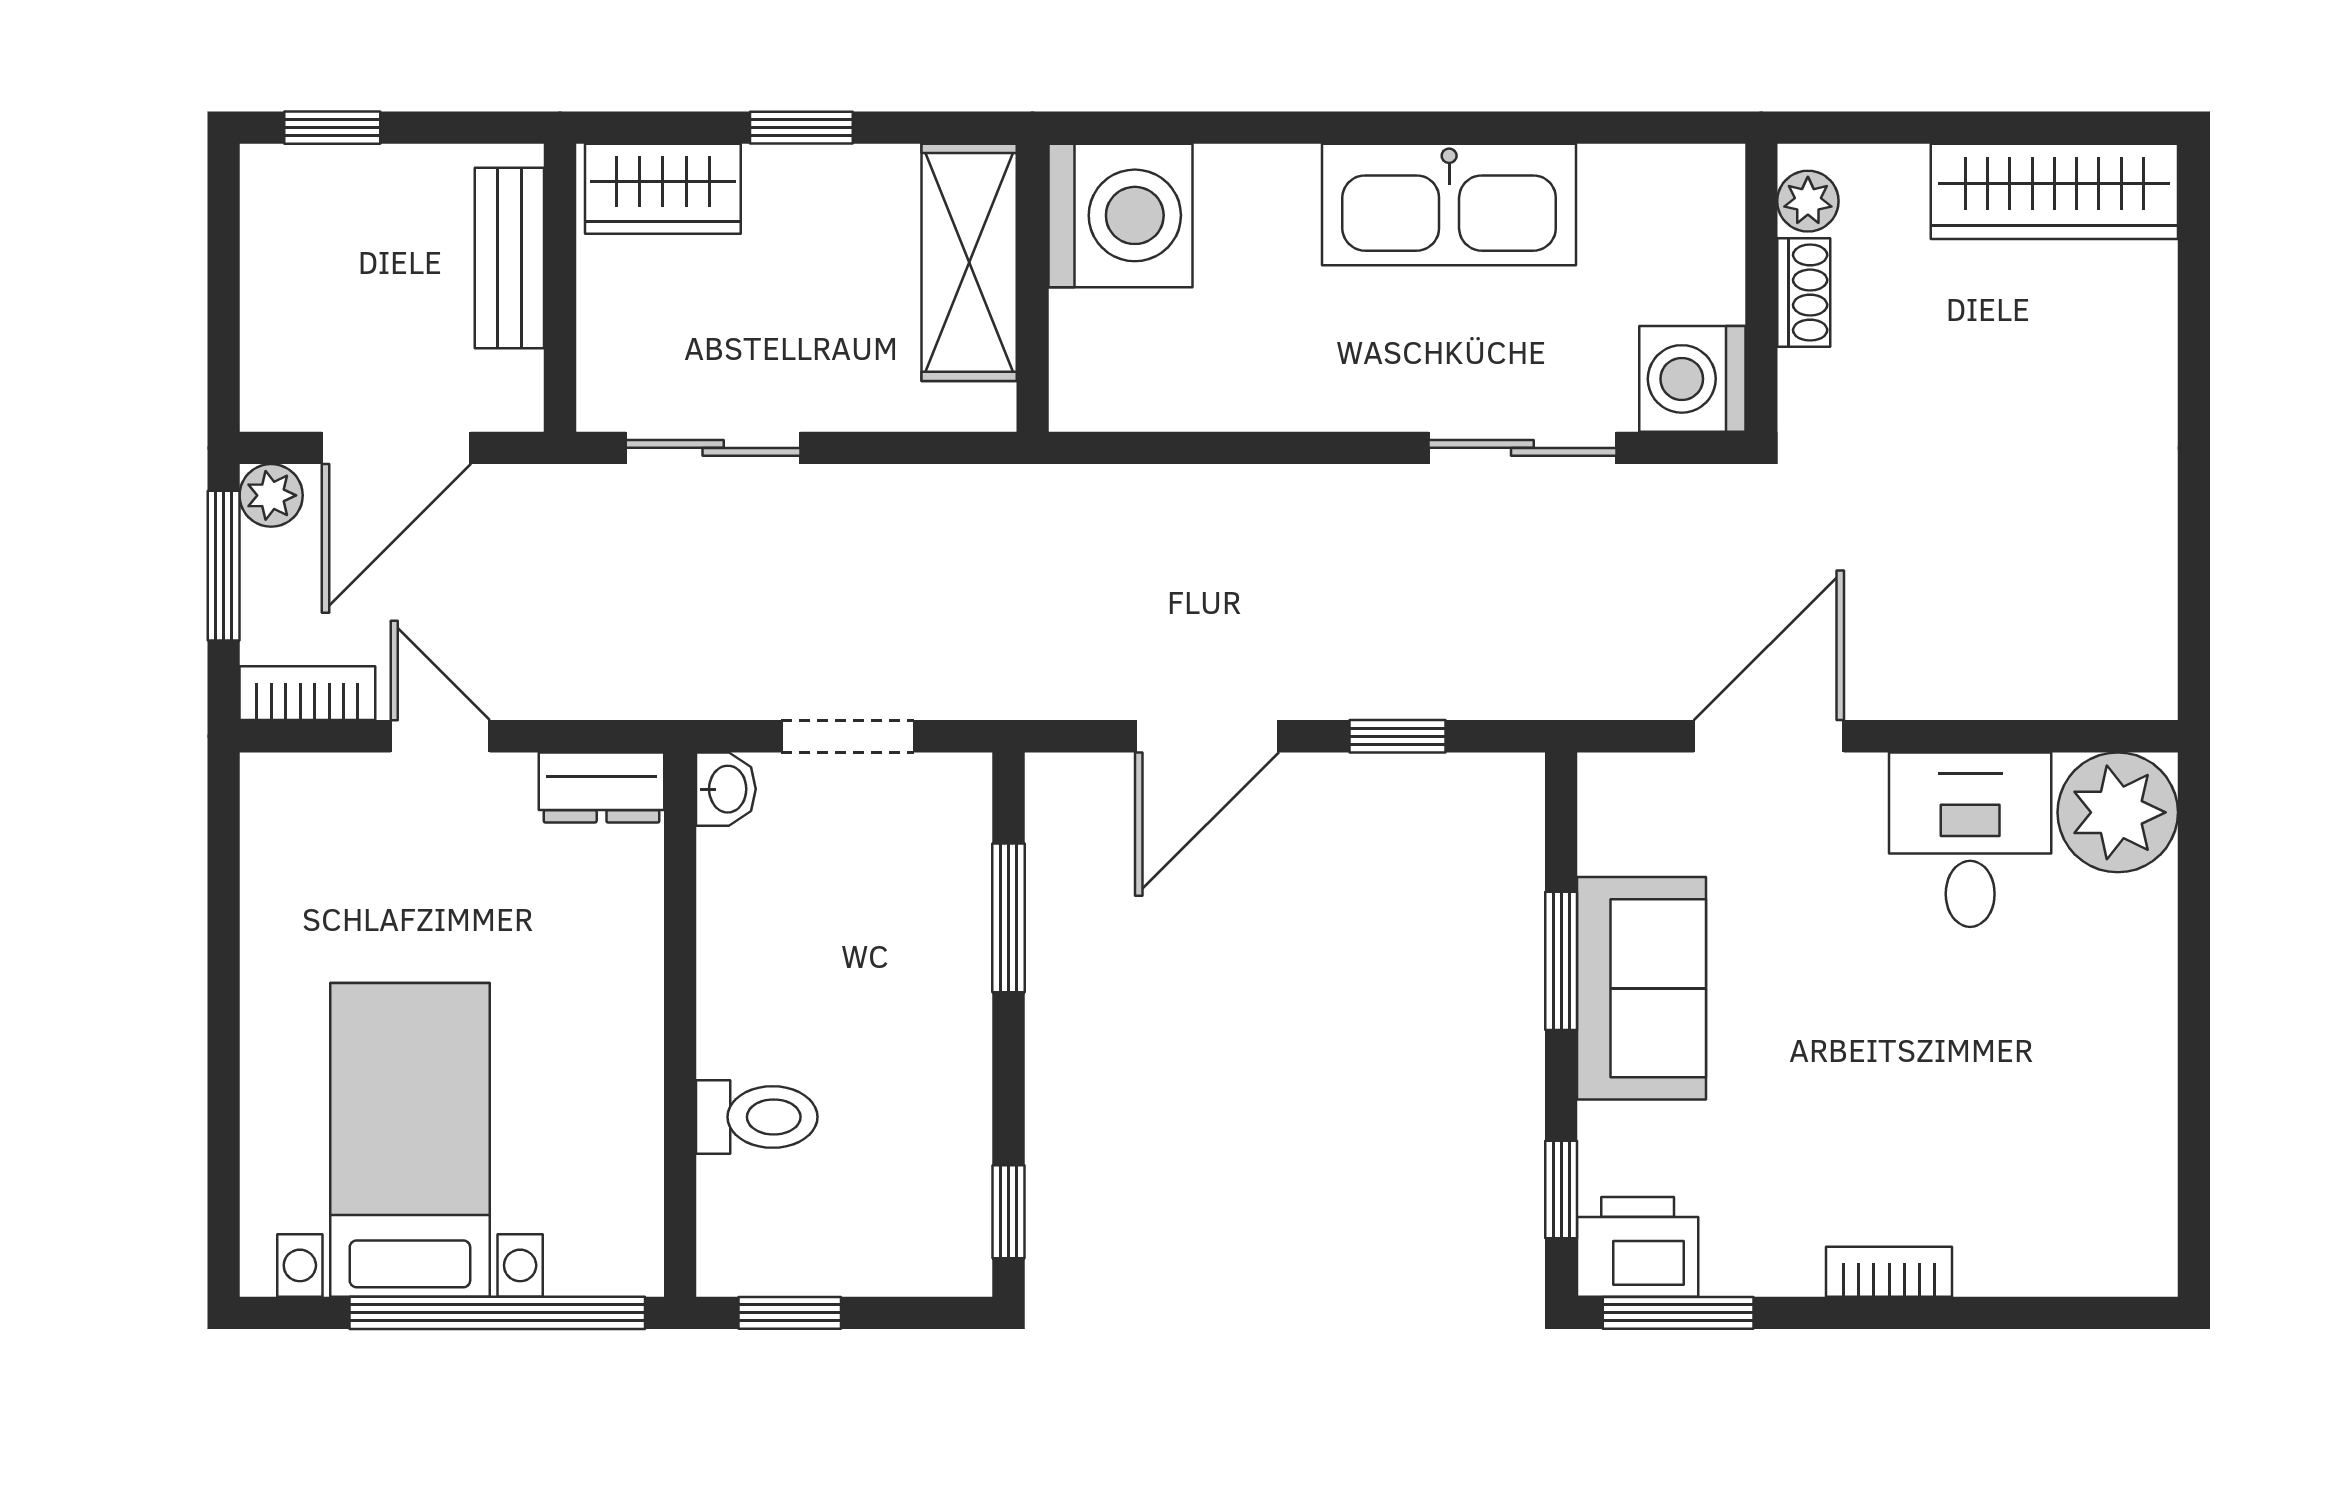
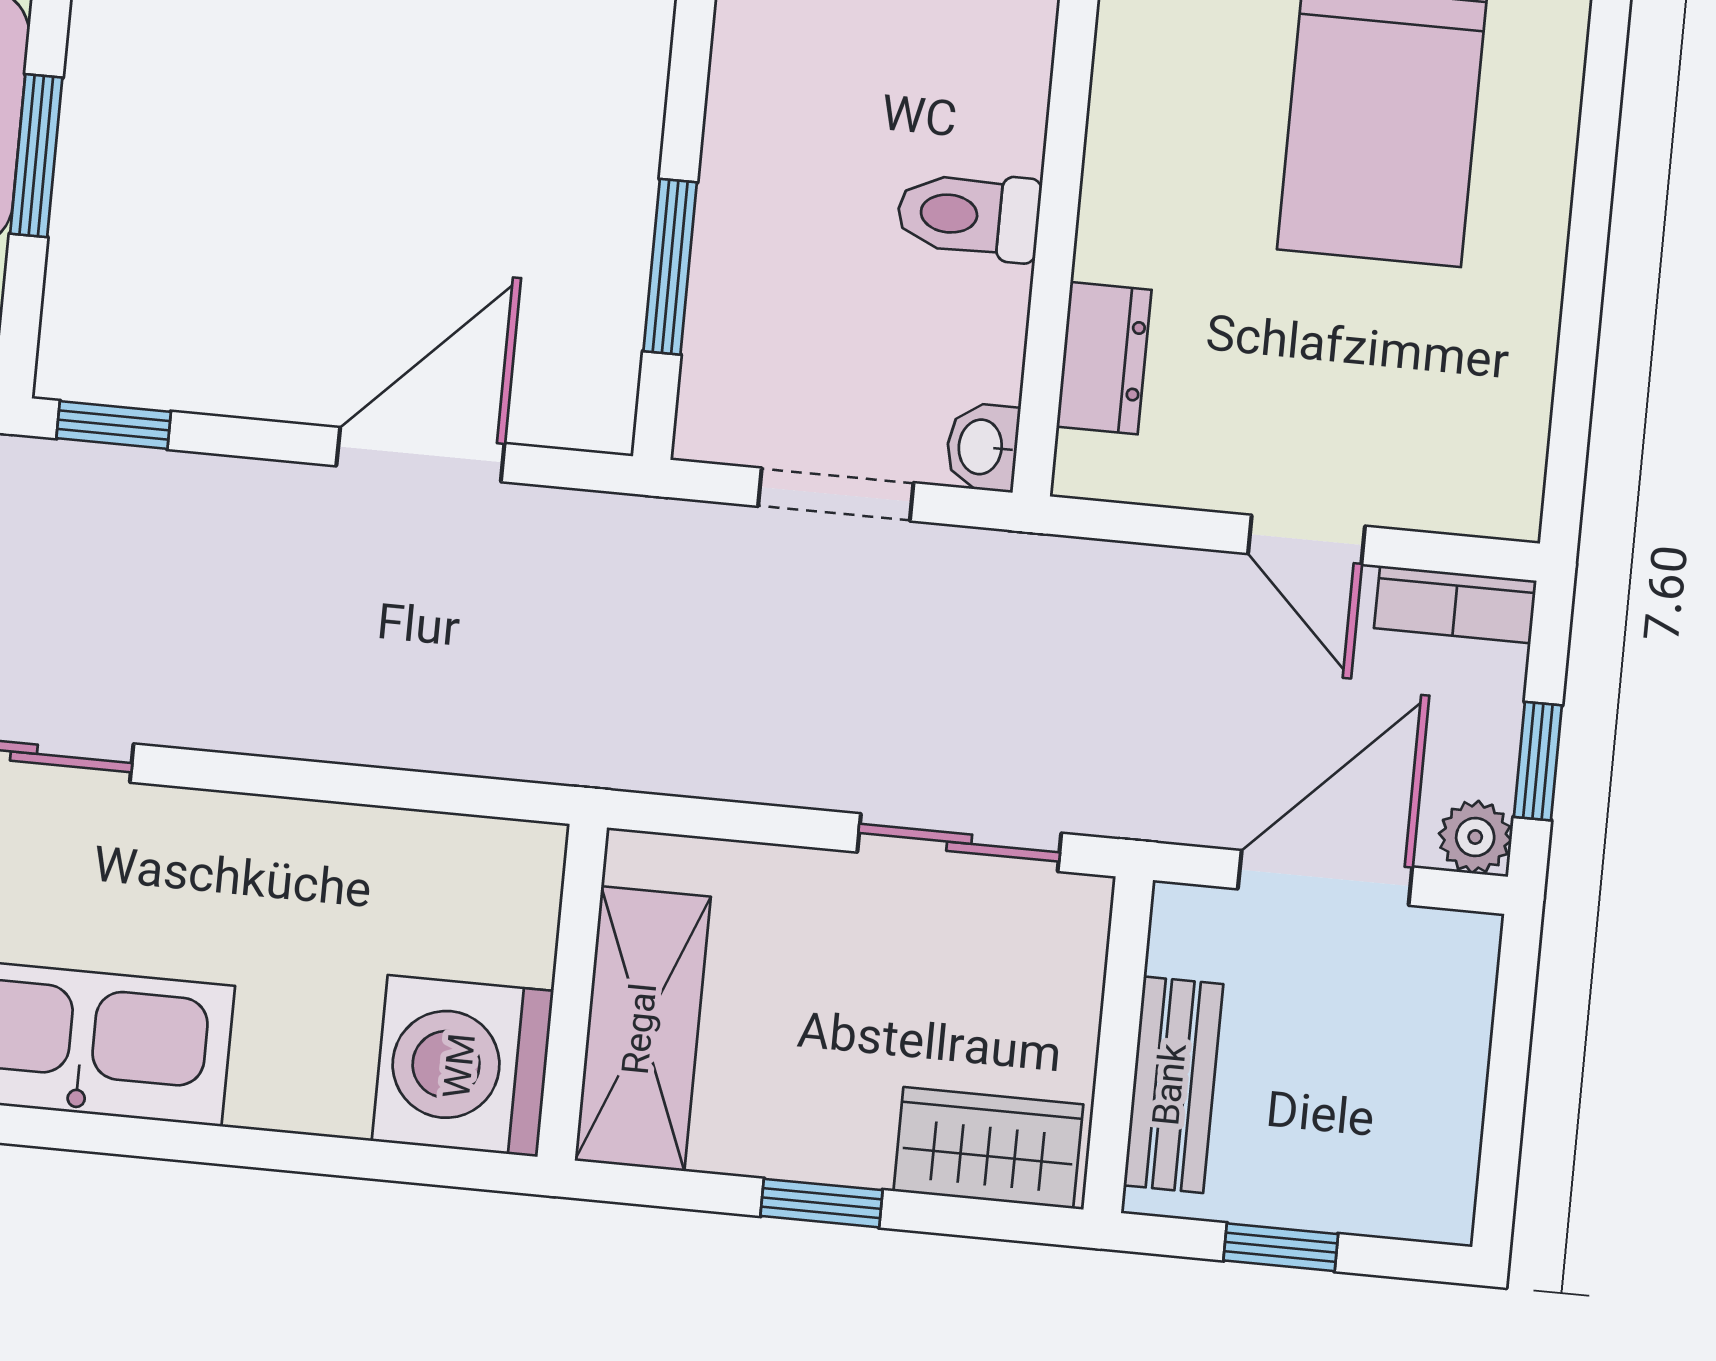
window: (332, 128) -> (1281, 1247), moved
window: (224, 566) -> (1538, 761), width x0.67
window: (1397, 736) -> (114, 425), moved
dresser: (602, 787) -> (1104, 358), moved, turned 90
toilet: (757, 1117) -> (969, 215), moved

